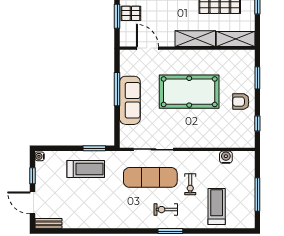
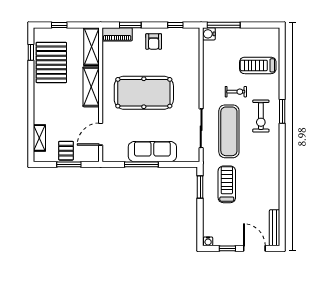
piano: (248, 65) -> (117, 34), added
pool table: (189, 92) -> (144, 93), turned 90
water cooler: (226, 157) -> (209, 34), moved
treadmill: (86, 169) -> (227, 184), moved
window: (257, 195) -> (224, 25), moved
door: (33, 203) -> (254, 248), swing flipped
exercise bike: (166, 210) -> (261, 116), width x1.38, depth x1.39
bench: (48, 223) -> (275, 228), width x1.36

